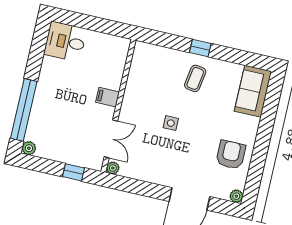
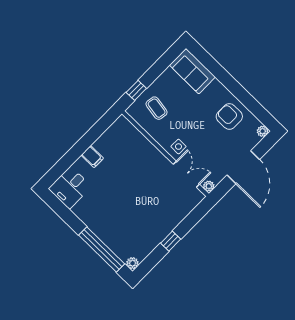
filing cabinet: (108, 97) -> (92, 157), moved, turned -90
wall: (118, 106) -> (165, 154), moved
double door: (111, 139) -> (186, 174), moved
plant: (113, 168) -> (209, 186), moved

